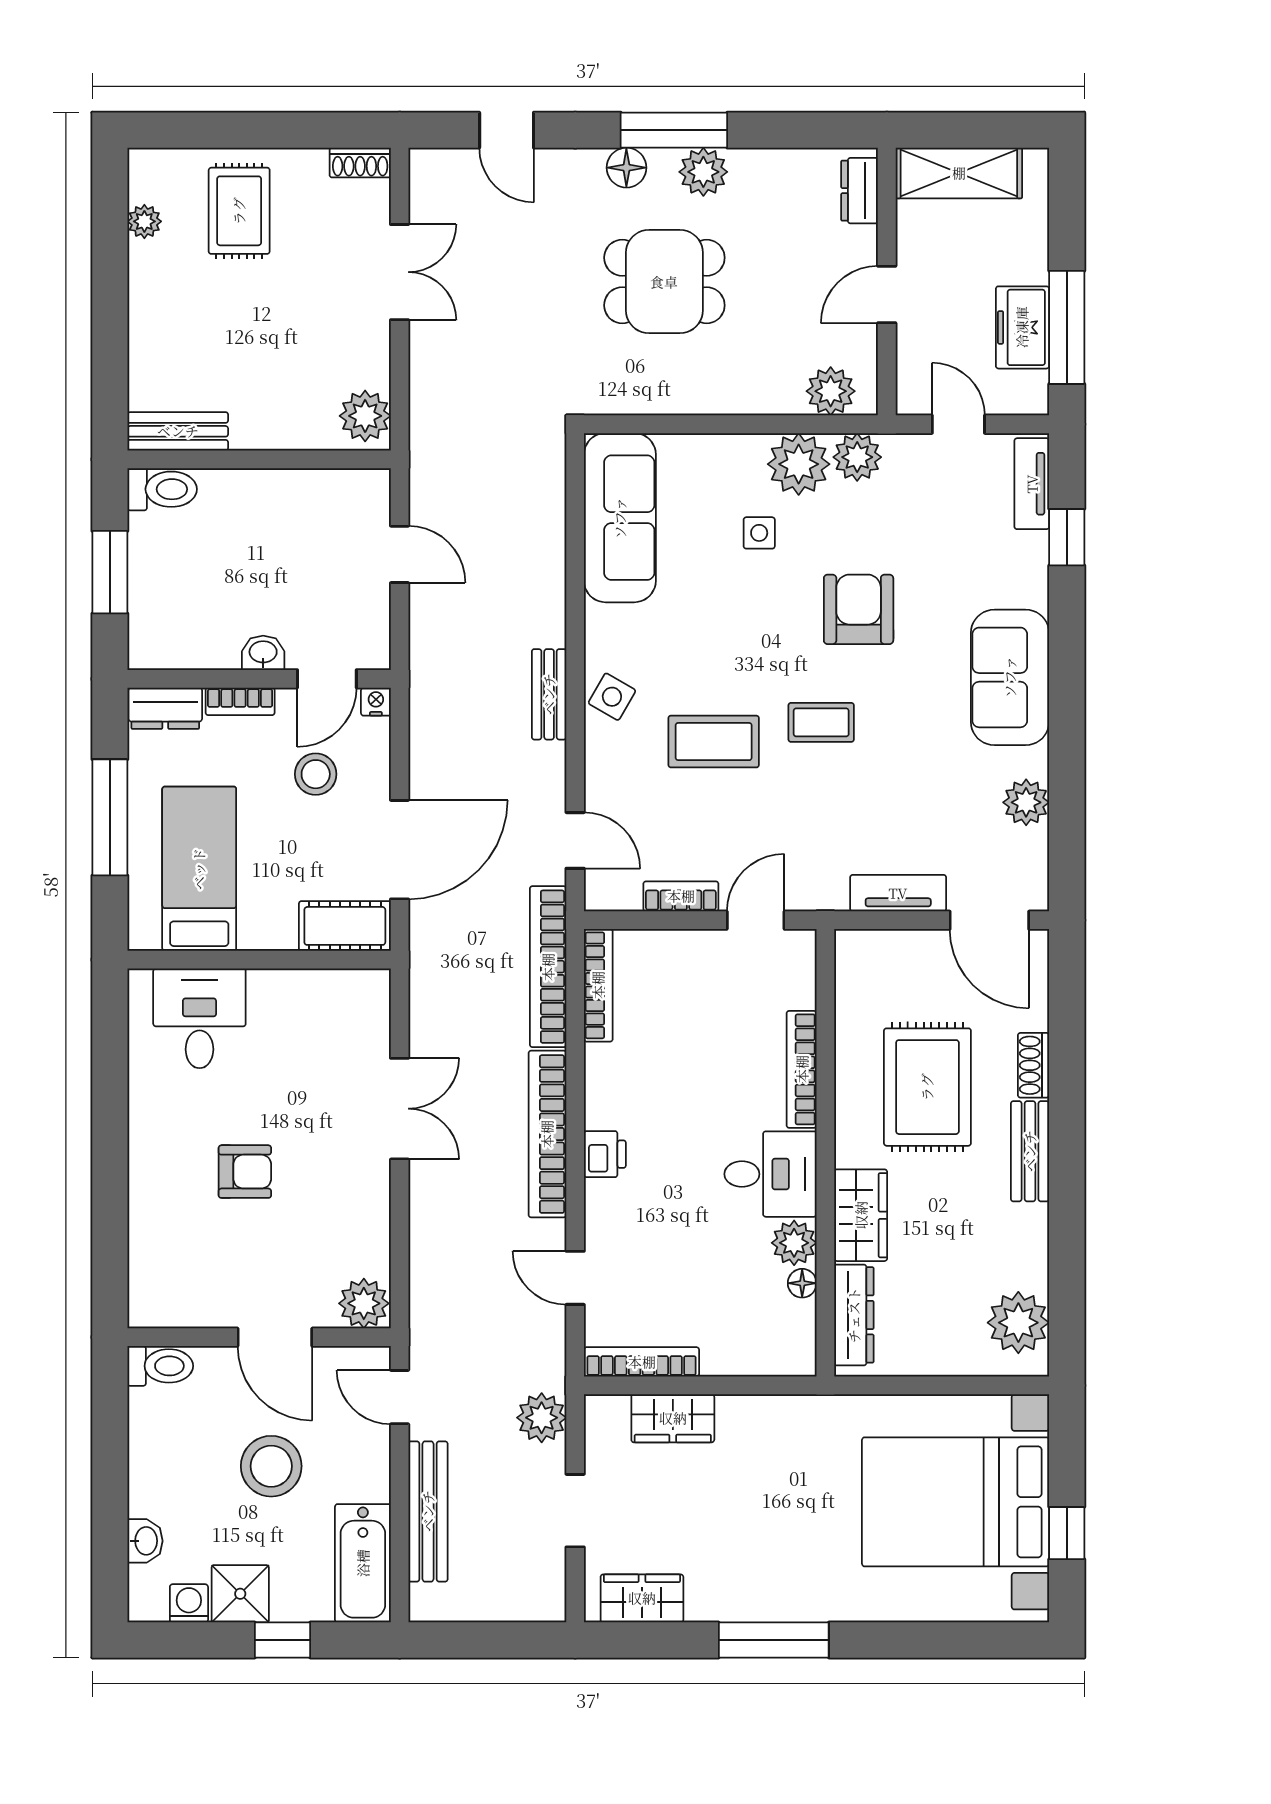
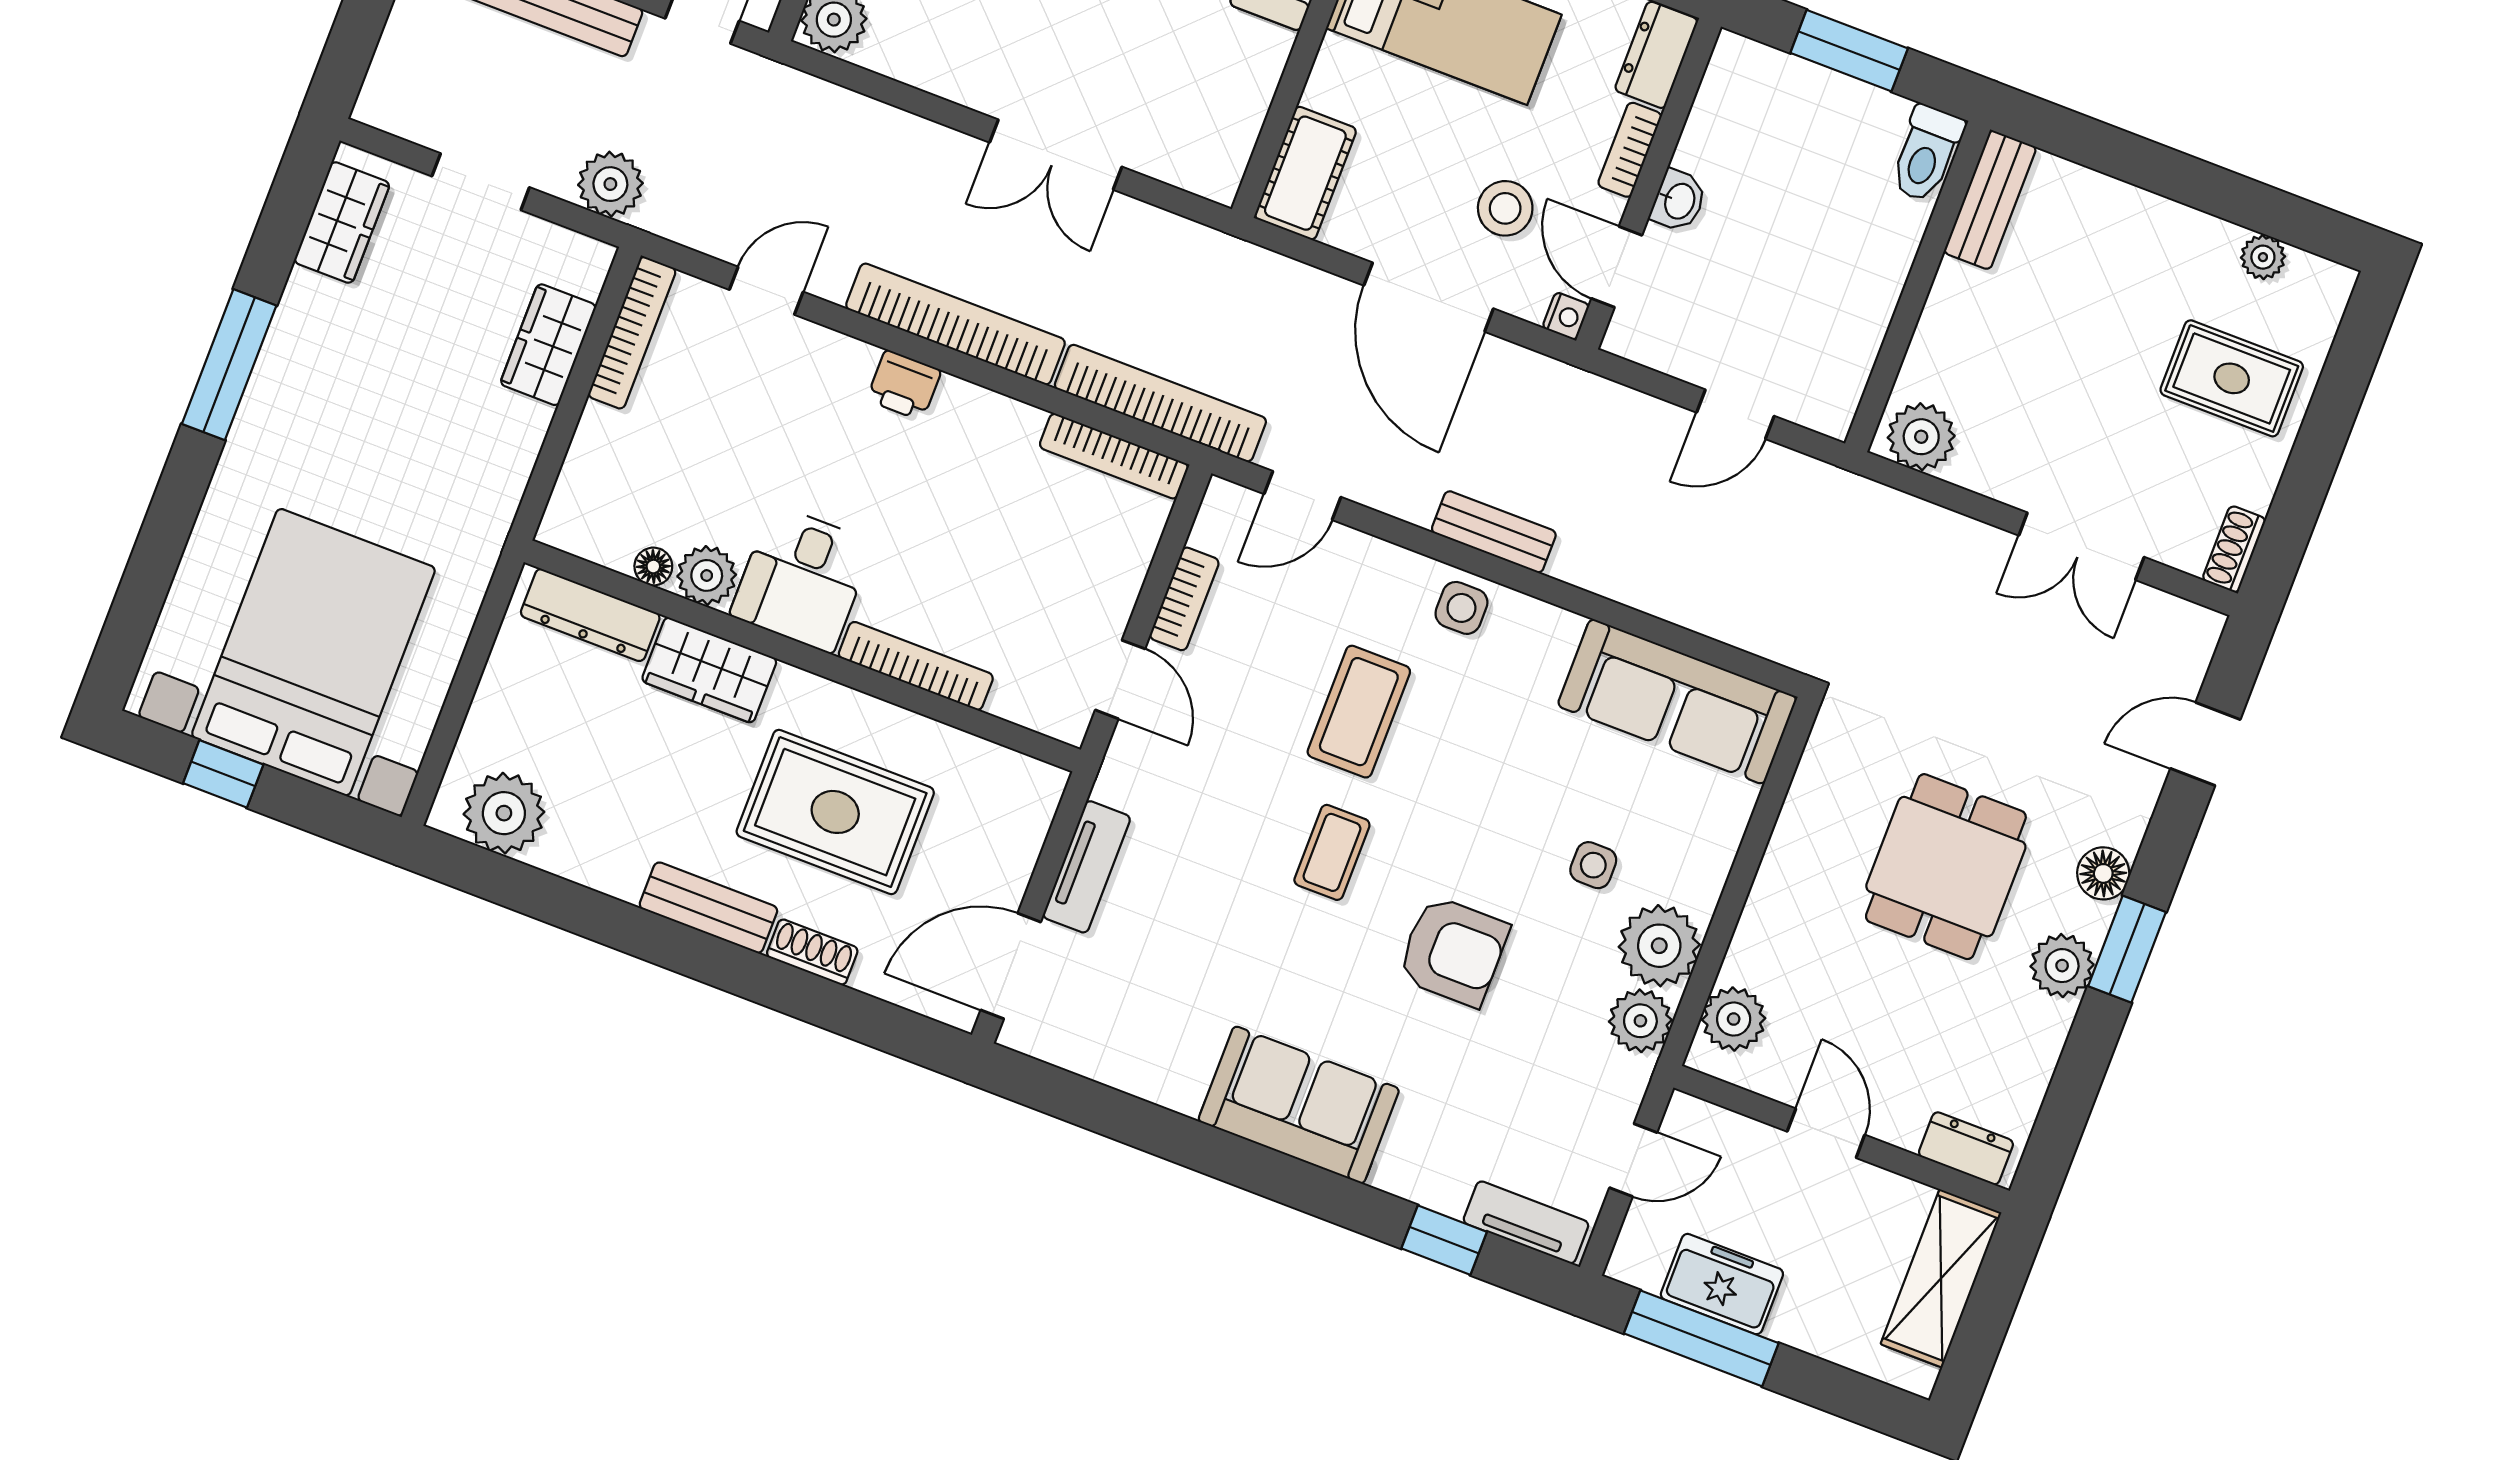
window: (674, 130) -> (2127, 949), width x0.69
side table: (612, 697) -> (1461, 608), turned -30
plant: (1026, 802) -> (1138, 1066), removed
door: (400, 850) -> (1429, 297), moved

